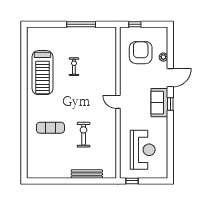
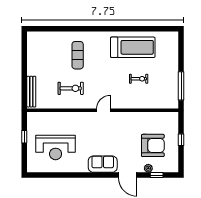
treadmill: (42, 73) -> (133, 47), turned 180
door: (118, 102) -> (103, 110), moved
wall: (118, 103) -> (103, 110), moved
window: (170, 104) -> (157, 175), moved

